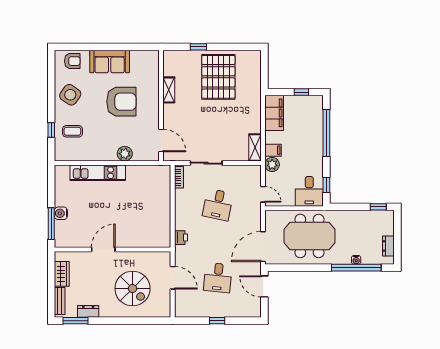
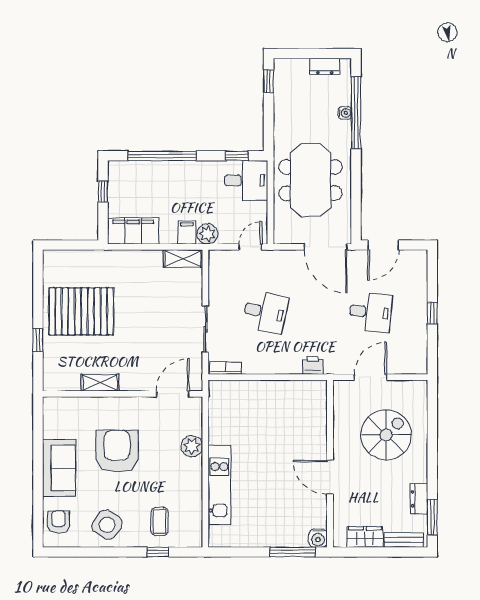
water cooler: (61, 213) -> (318, 538), moved

